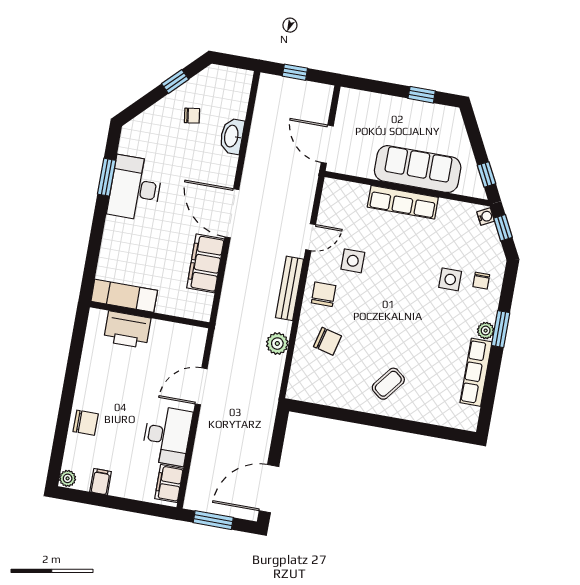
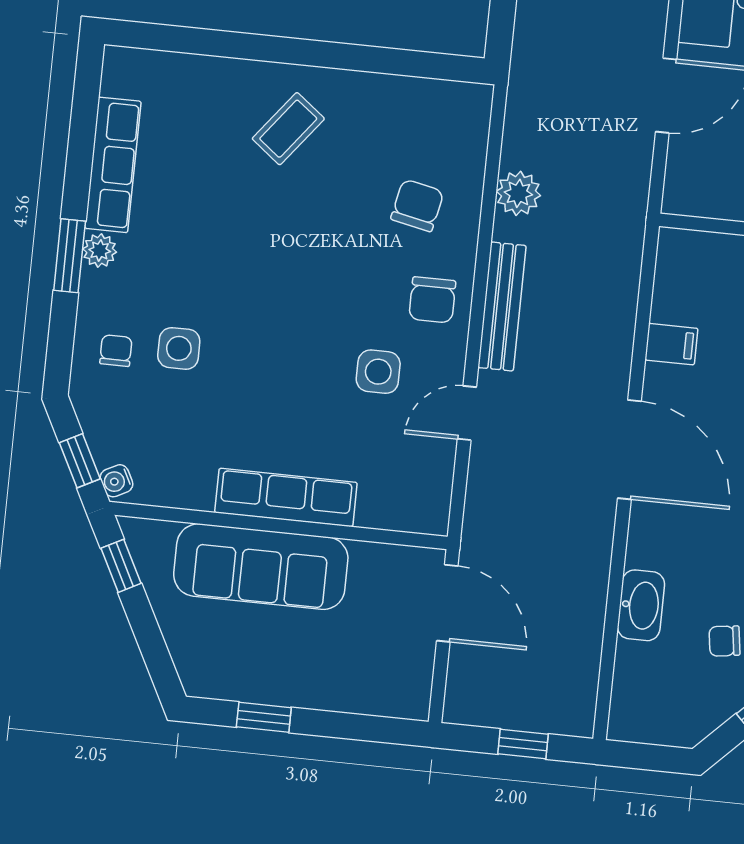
filing cabinet: (205, 263) -> (671, 344), width x0.33, depth x0.86
chair: (328, 341) -> (417, 205), turned 88

